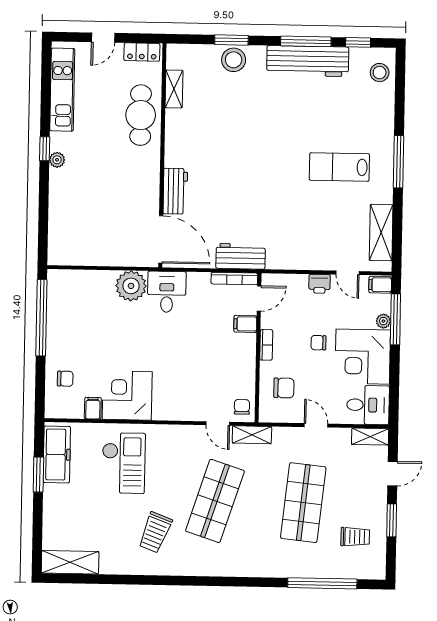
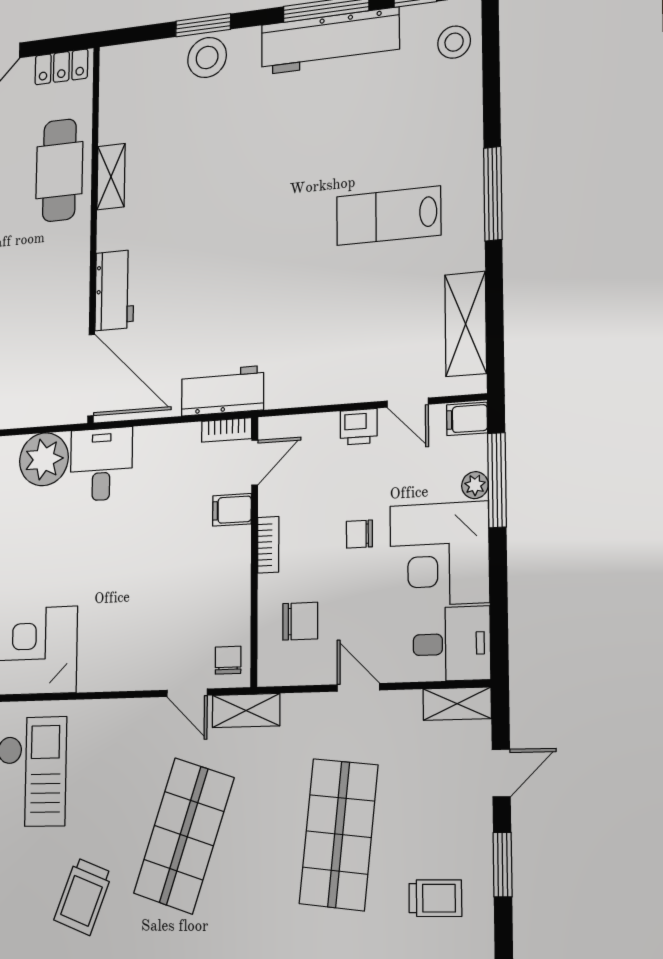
shelving: (174, 89) -> (111, 177), moved
bookcase: (234, 279) -> (227, 430), width x0.64

